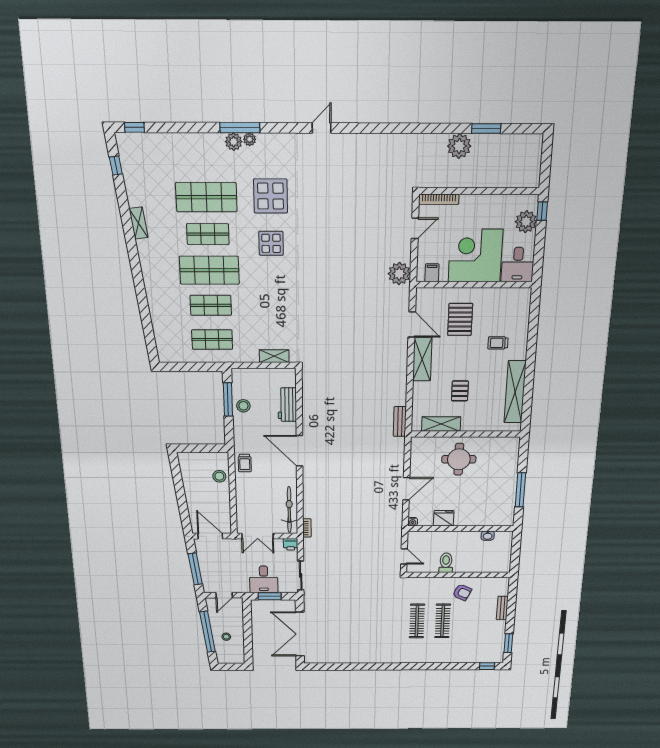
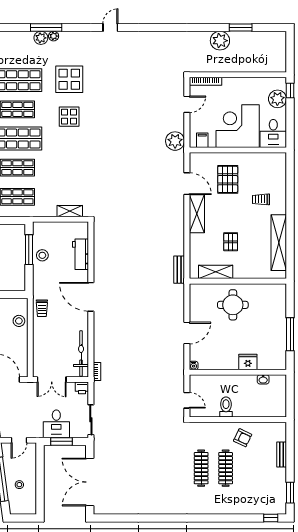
fridge: (444, 518) -> (248, 362), moved

